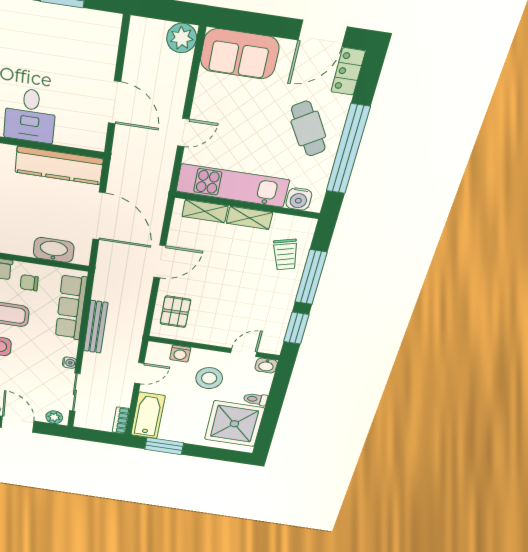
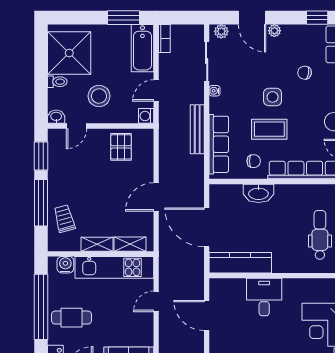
cafe table: (308, 129) -> (72, 318), turned -59
washbasin: (54, 250) -> (258, 193), moved
pallet: (175, 312) -> (121, 147), moved
washing machine: (180, 353) -> (146, 116), moved, turned -90

